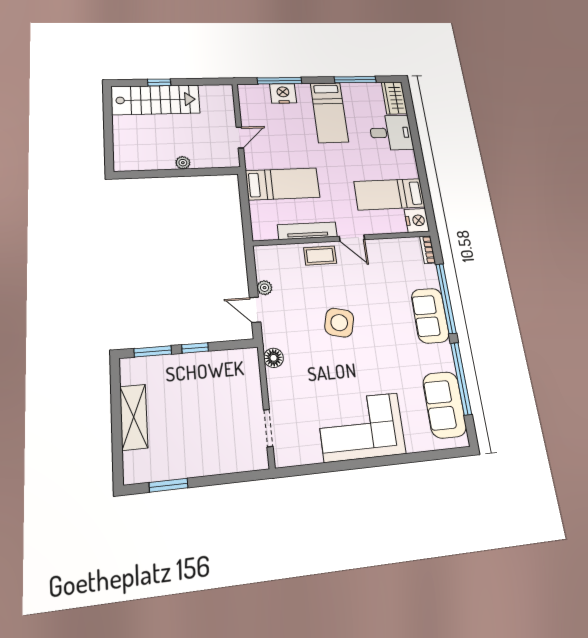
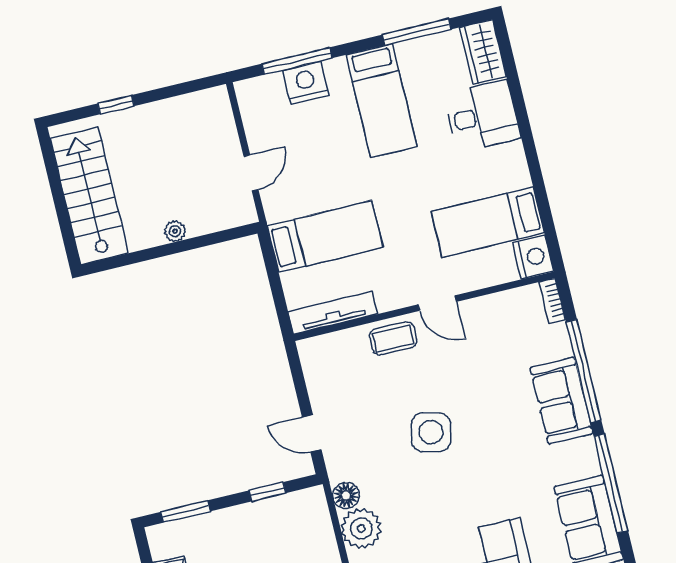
stairs: (156, 100) -> (89, 196), moved, turned -90
tv unit: (307, 231) -> (333, 313), moved
plant: (265, 288) -> (361, 528), moved, width x1.88, depth x1.88
window: (195, 348) -> (267, 492), moved

